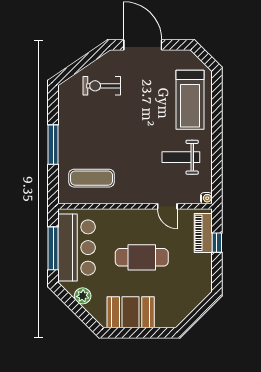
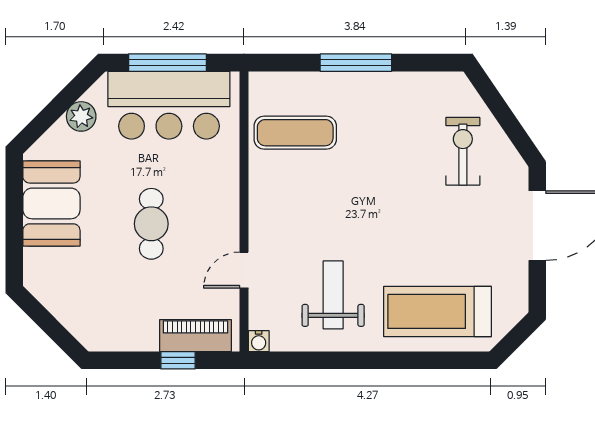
exercise mat: (92, 178) -> (295, 133), turned 90
cafe table: (142, 257) -> (151, 224), width x0.73, depth x0.74

